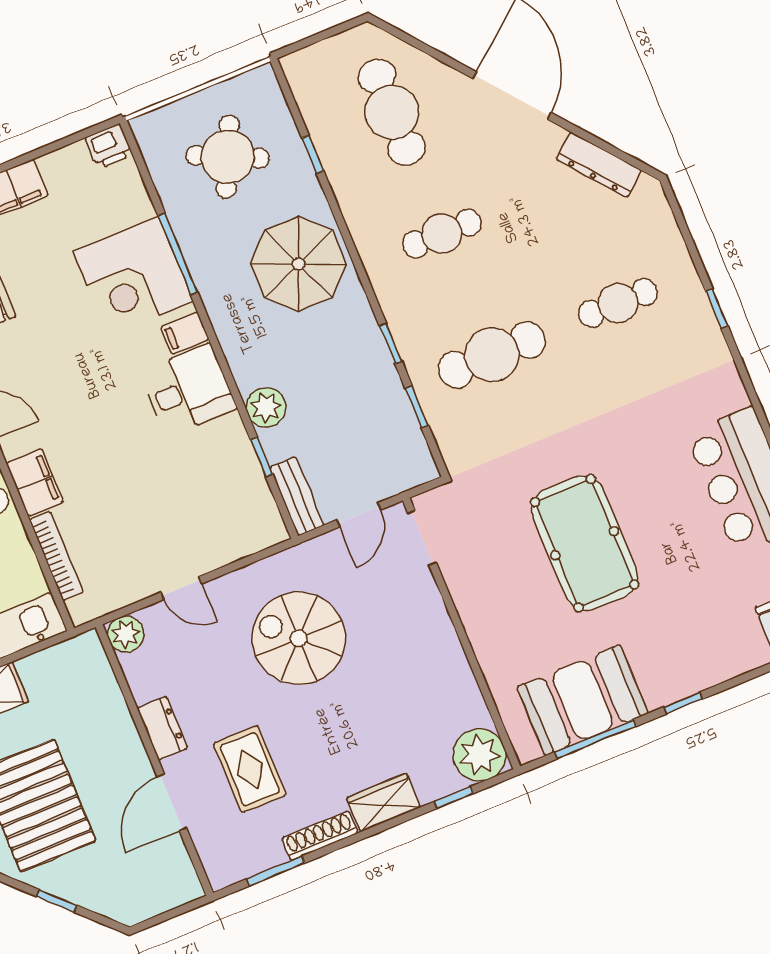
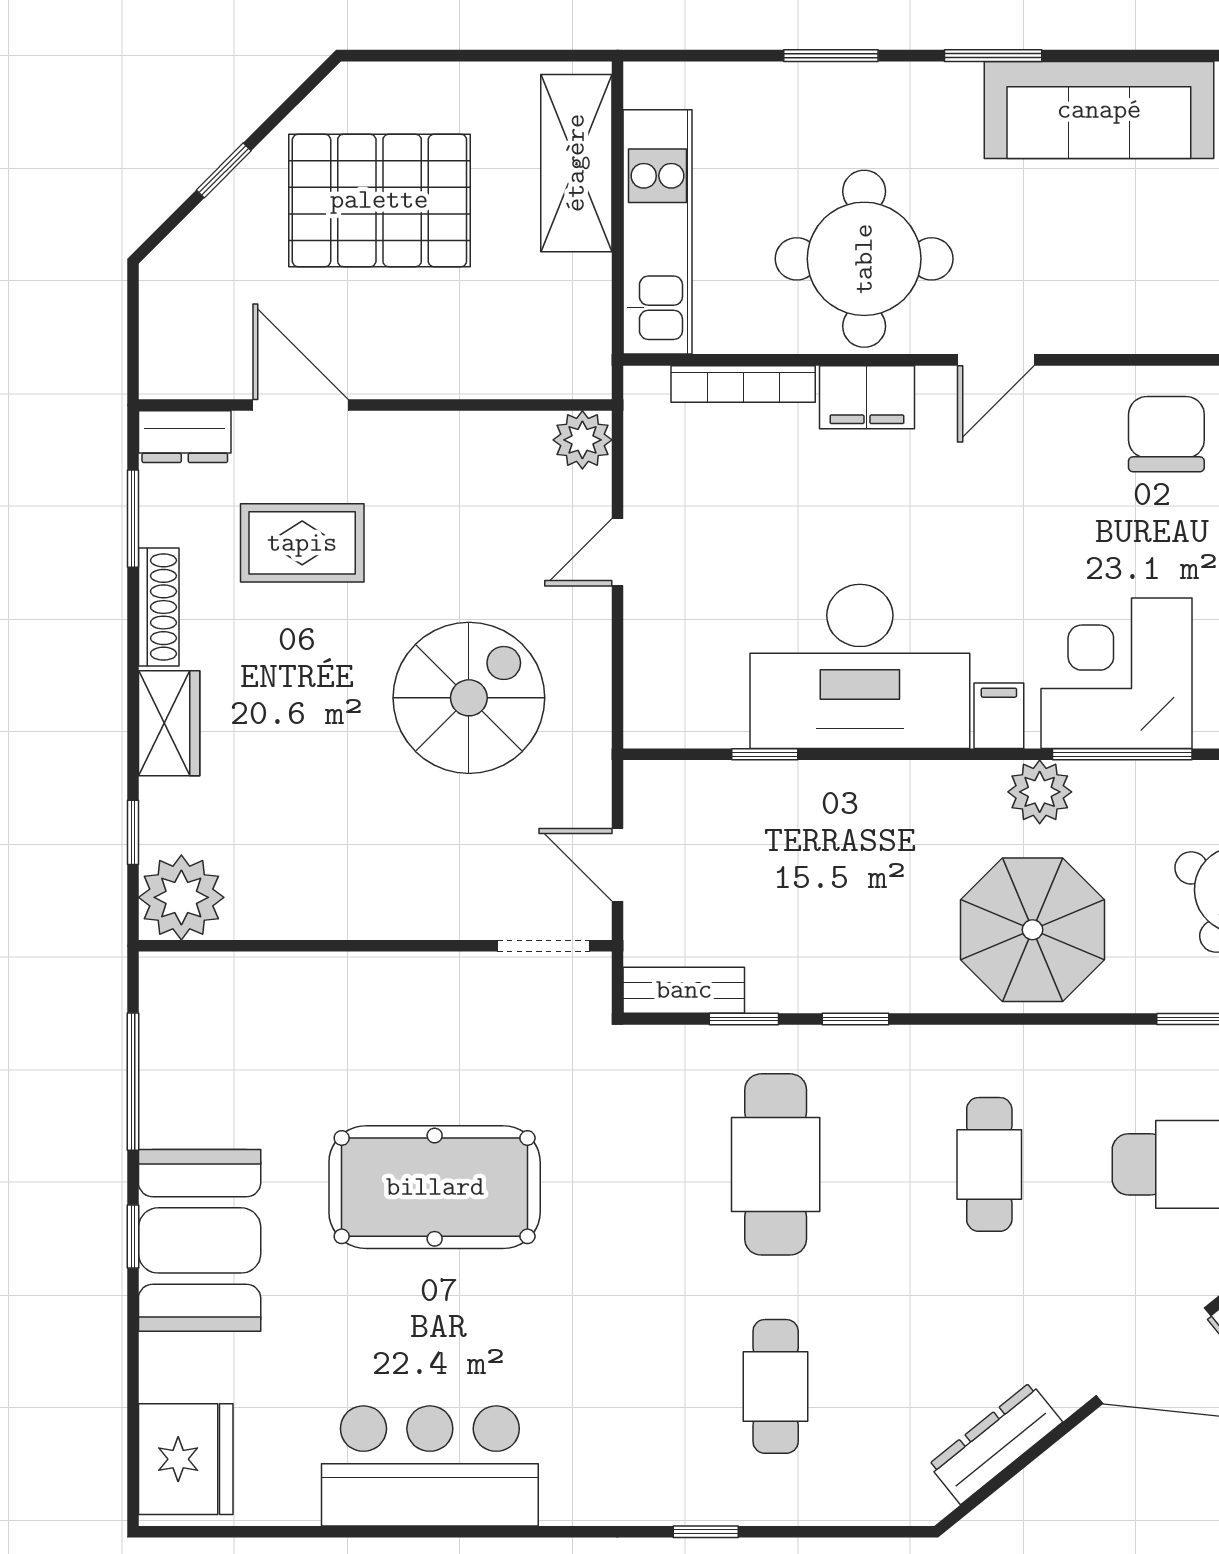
desk: (188, 390) -> (860, 666), width x1.87, depth x1.30
plant: (266, 407) -> (1040, 792), moved
bench: (297, 496) -> (684, 990), moved
booth: (583, 700) -> (200, 1240), moved
dresser: (162, 728) -> (185, 437), moved

